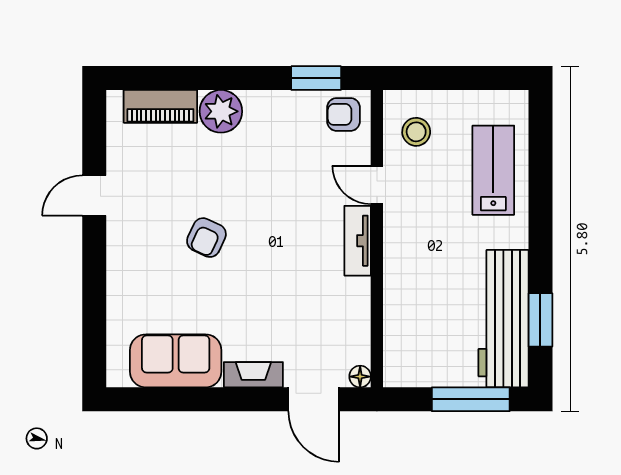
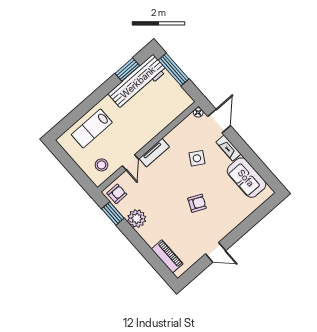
plant: (221, 111) -> (137, 218), moved
armchair: (344, 114) -> (117, 194), turned -90
side table: (284, 305) -> (197, 158), added

